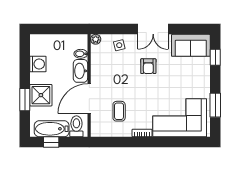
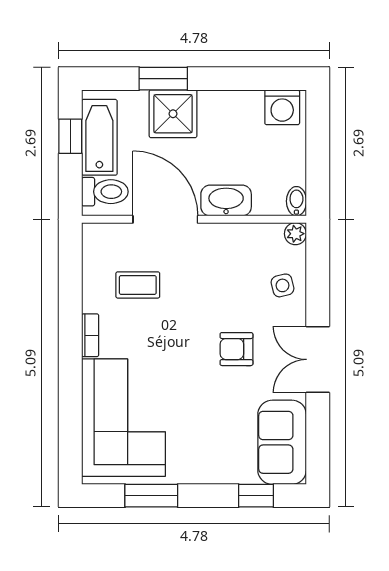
bidet: (81, 54) -> (296, 201), moved
washing machine: (38, 64) -> (282, 107), moved

